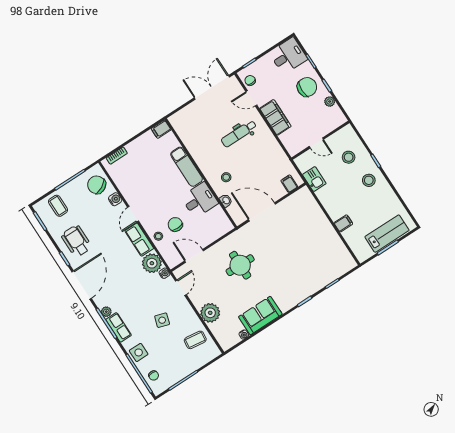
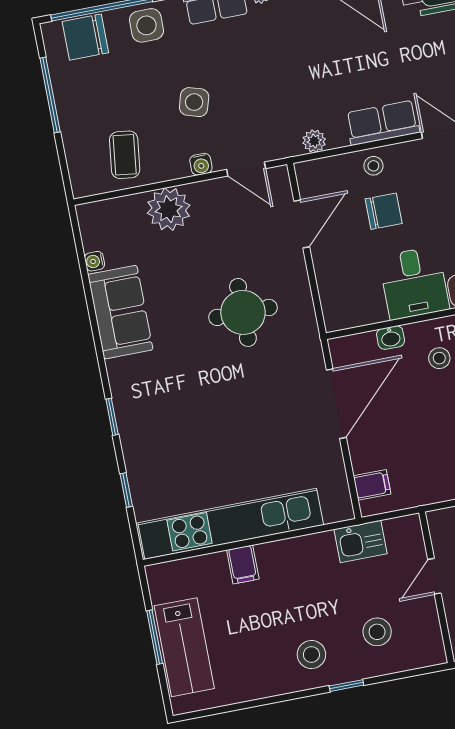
kitchen unit: (329, 235) -> (231, 524), added
plant: (152, 263) -> (314, 141), width x0.53, depth x0.53
water cooler: (164, 273) -> (201, 164), moved
chair: (154, 376) -> (85, 37), width x1.87, depth x1.87

